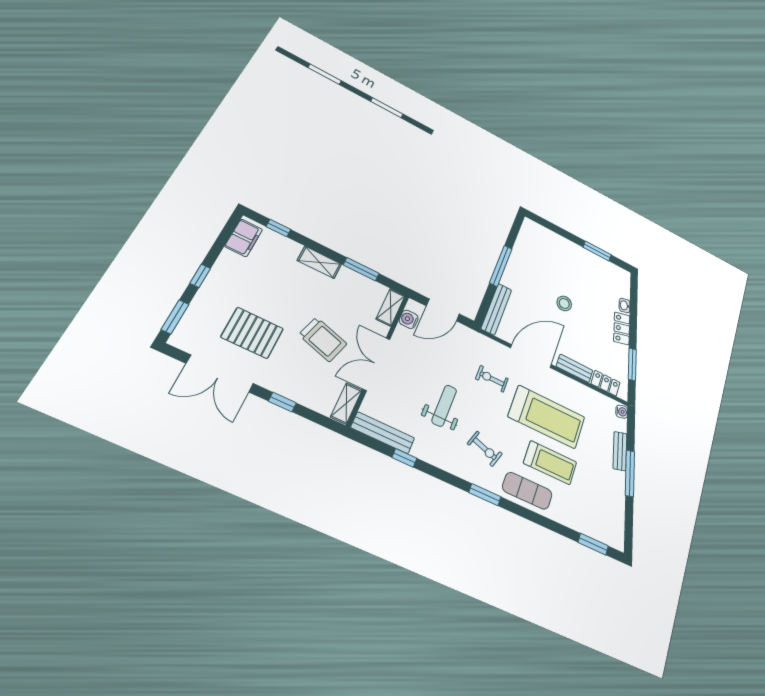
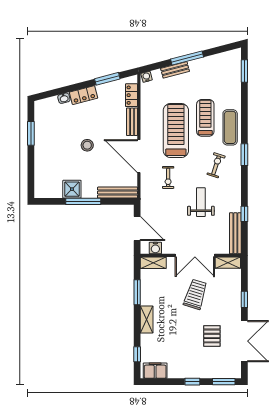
shower: (520, 261) -> (72, 189), added
pallet: (252, 333) -> (212, 336), width x0.67, depth x0.71
weight bench: (444, 406) -> (201, 202), turned 90

